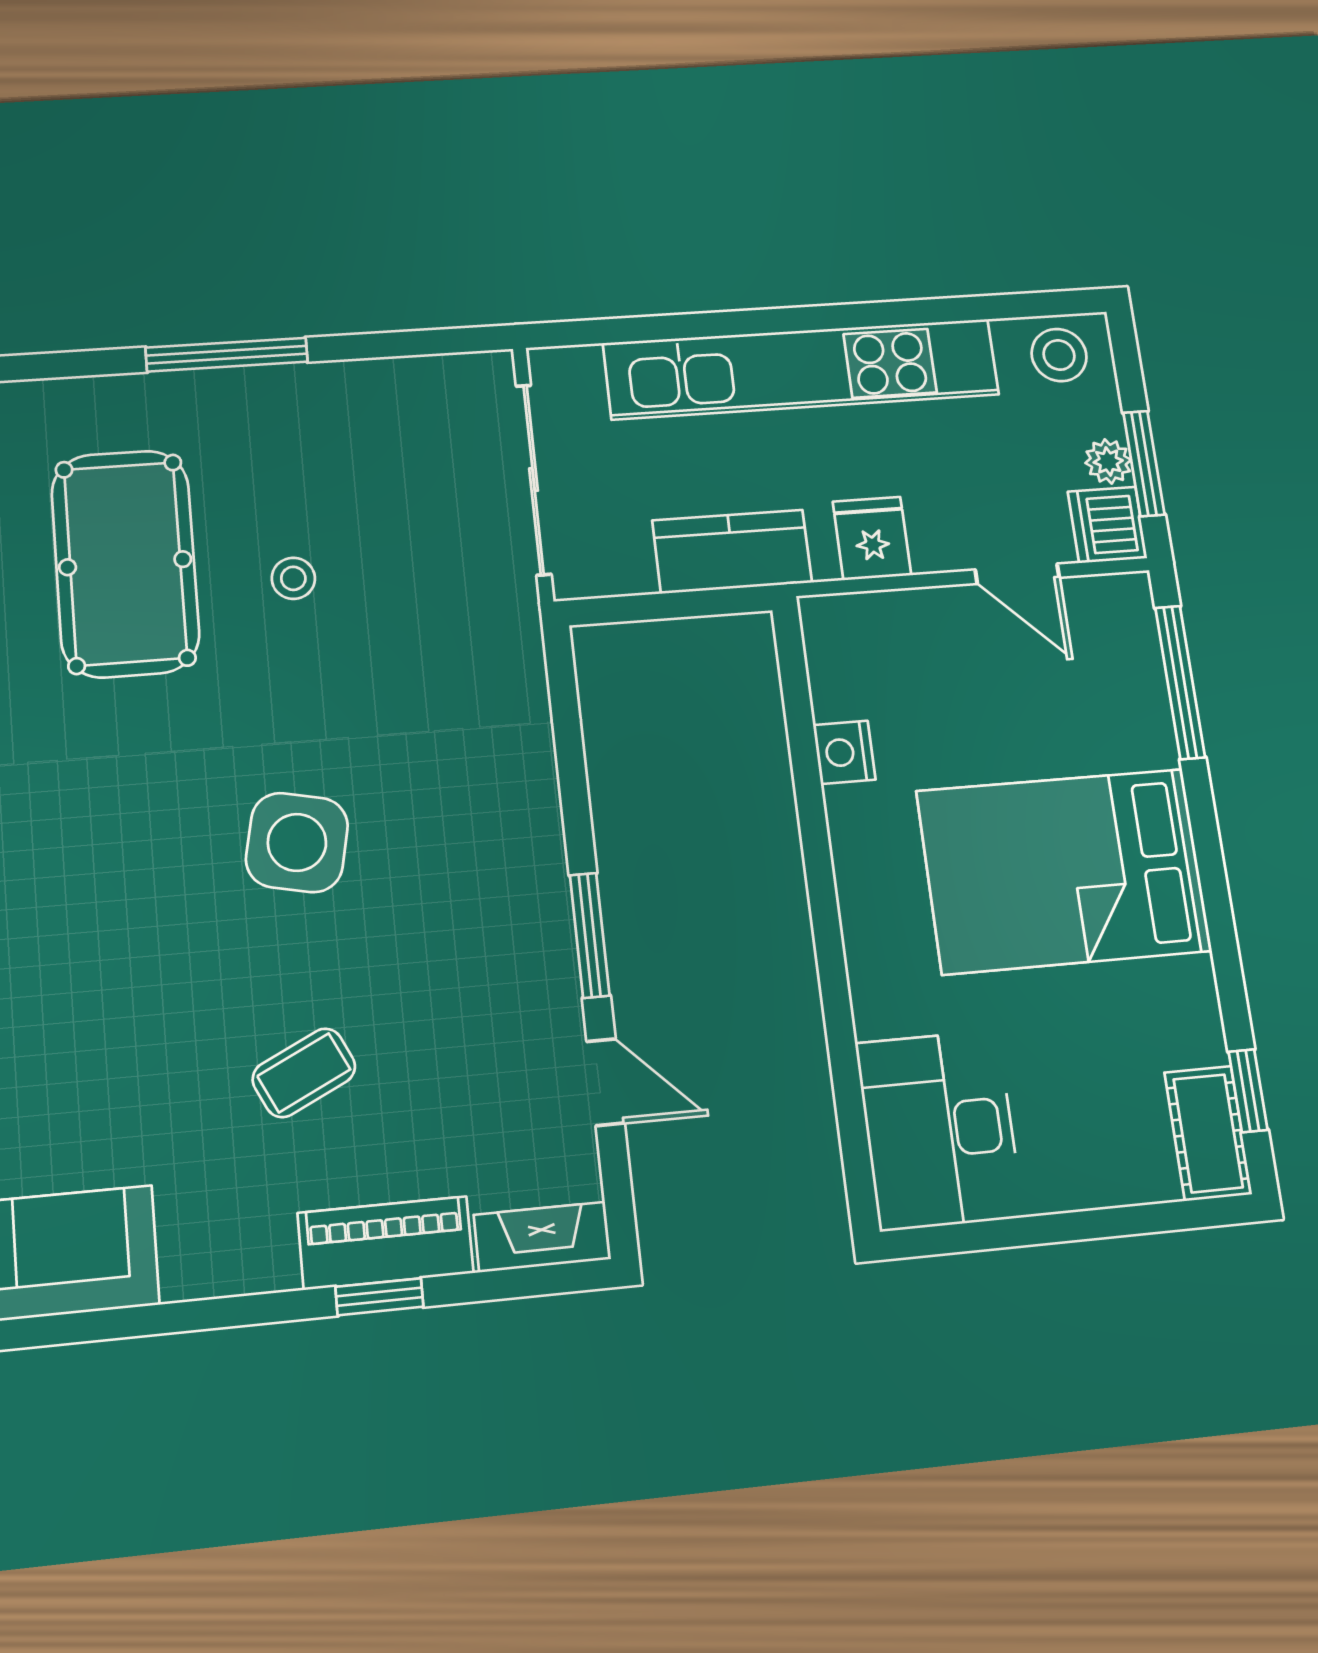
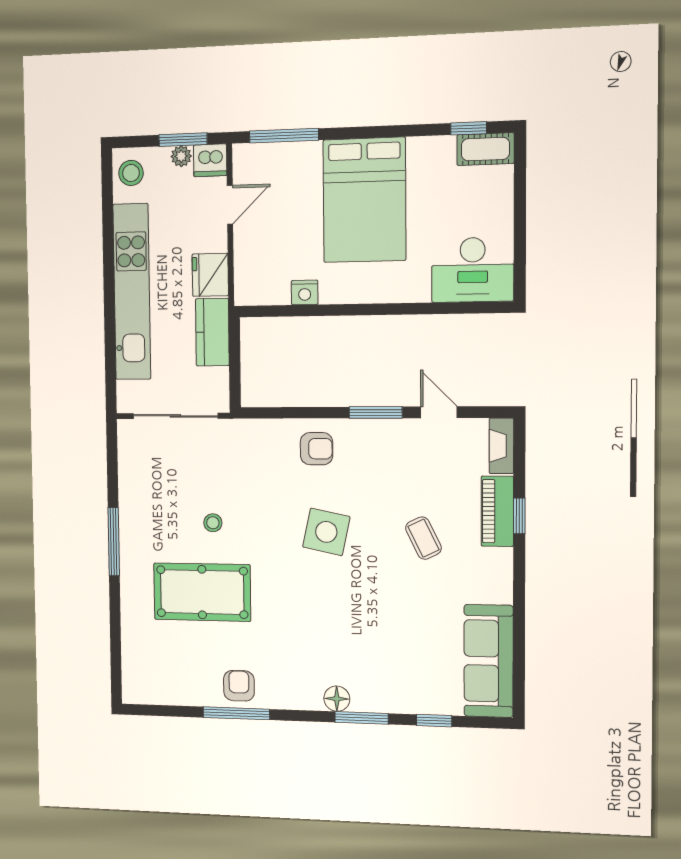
fridge: (872, 538) -> (210, 275), width x1.38
armchair: (491, 805) -> (317, 449), added
door: (606, 1082) -> (439, 412), hinge flipped

